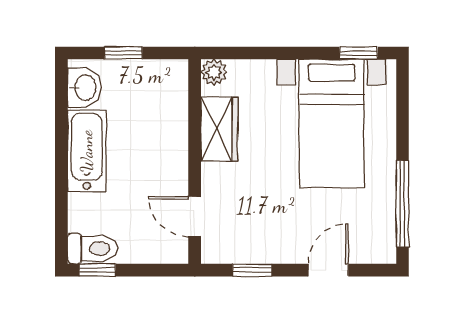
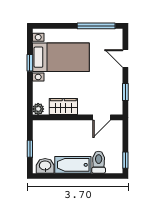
window: (359, 53) -> (30, 63), moved
toilet: (93, 249) -> (99, 162), moved

